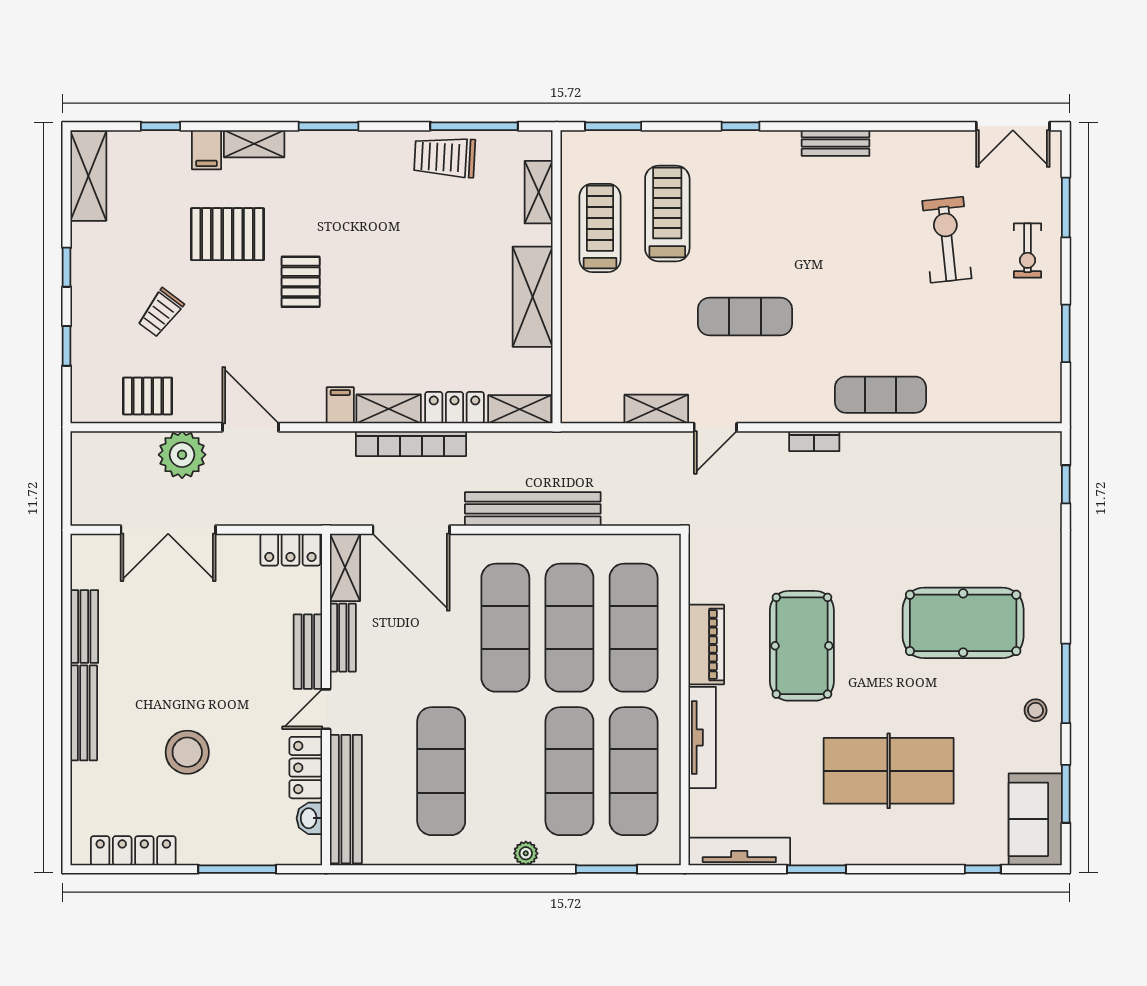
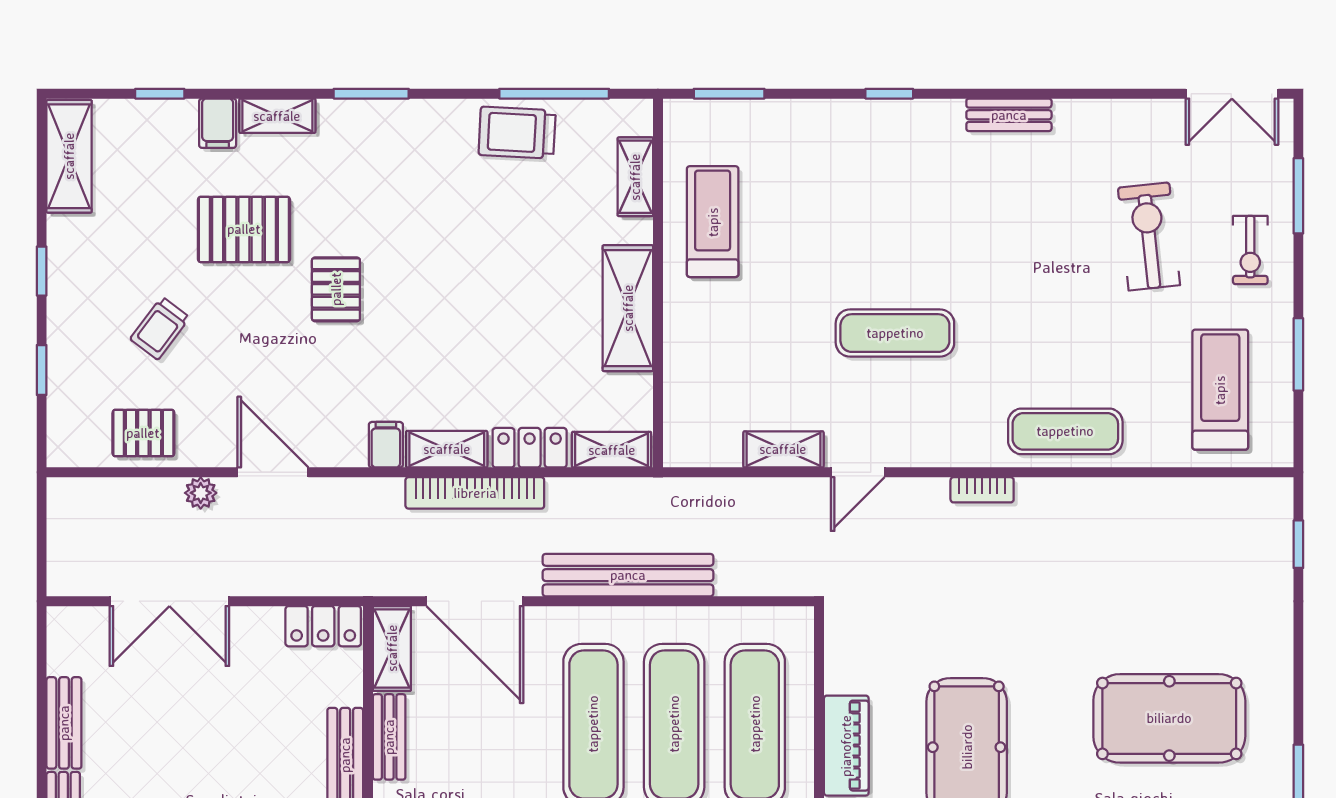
treadmill: (667, 214) -> (1220, 390), moved
plant: (182, 455) -> (201, 493), width x0.53, depth x0.53

